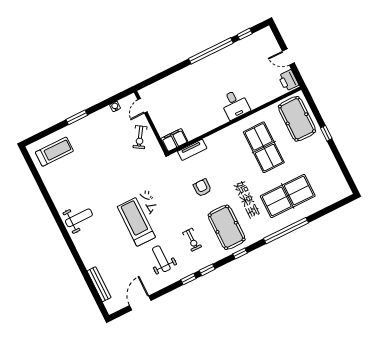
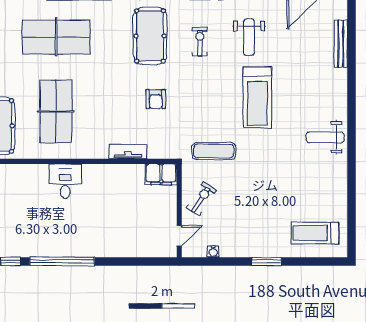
tv unit: (192, 150) -> (128, 152), moved
exercise mat: (147, 173) -> (214, 151), added

